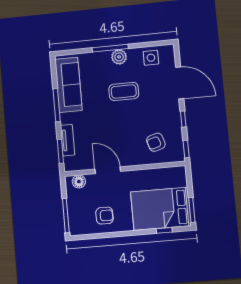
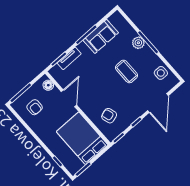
plant: (119, 57) -> (138, 43), moved
sofa: (68, 85) -> (101, 36), width x0.73
bed: (161, 209) -> (82, 138), moved
armchair: (104, 216) -> (35, 107), moved

